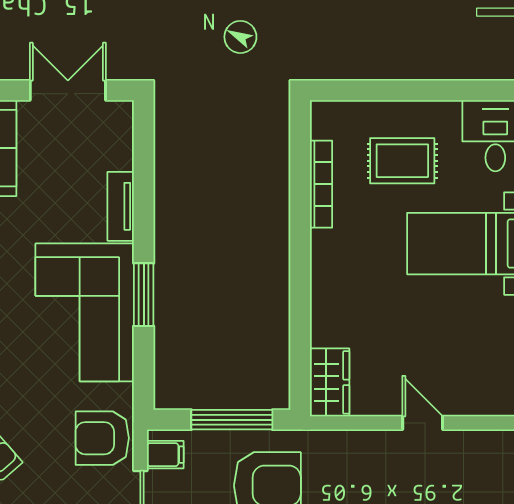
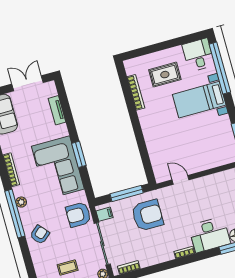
tv unit: (121, 206) -> (57, 110), moved
wardrobe: (330, 382) -> (161, 168), removed
door: (423, 423) -> (181, 180), moved

